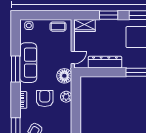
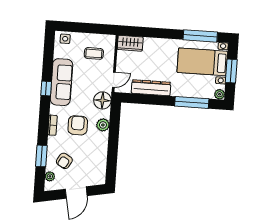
window: (109, 15) -> (159, 33), removed
coffee table: (58, 27) -> (94, 53), moved
window: (16, 69) -> (46, 88), width x0.46

